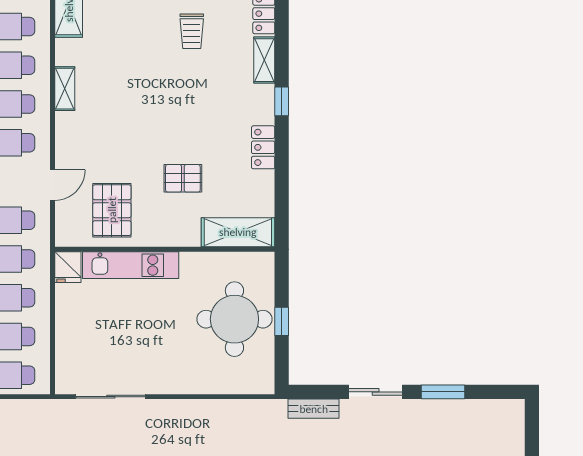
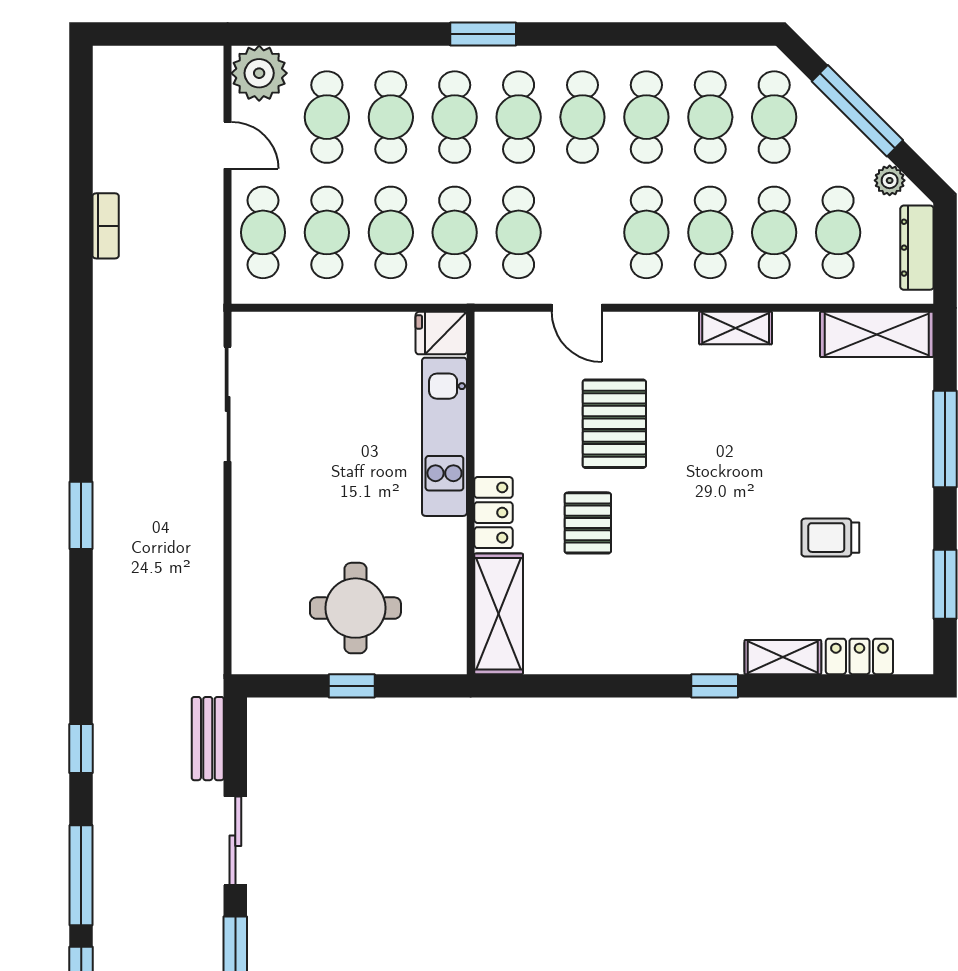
locker: (263, 147) -> (493, 513), moved, turned 90
pallet: (112, 210) -> (614, 424), moved, turned 90
round table: (234, 319) -> (355, 608), width x0.73, depth x0.73

